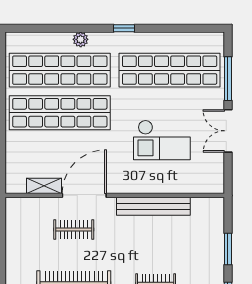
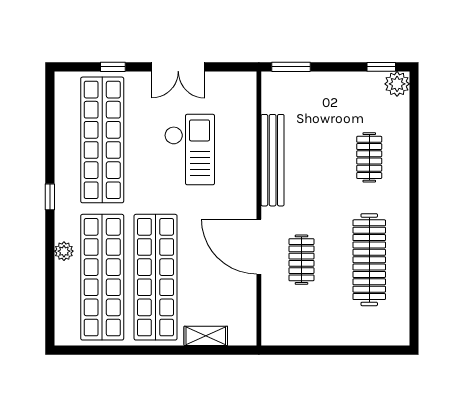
window: (228, 79) -> (113, 67), width x0.46
shelving: (44, 186) -> (206, 336), moved, turned 90
window: (228, 249) -> (291, 67), moved

